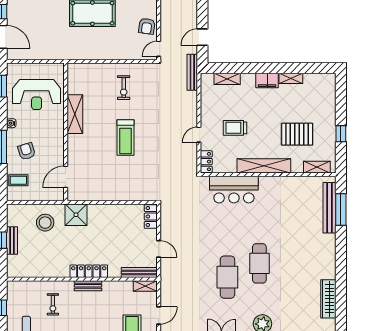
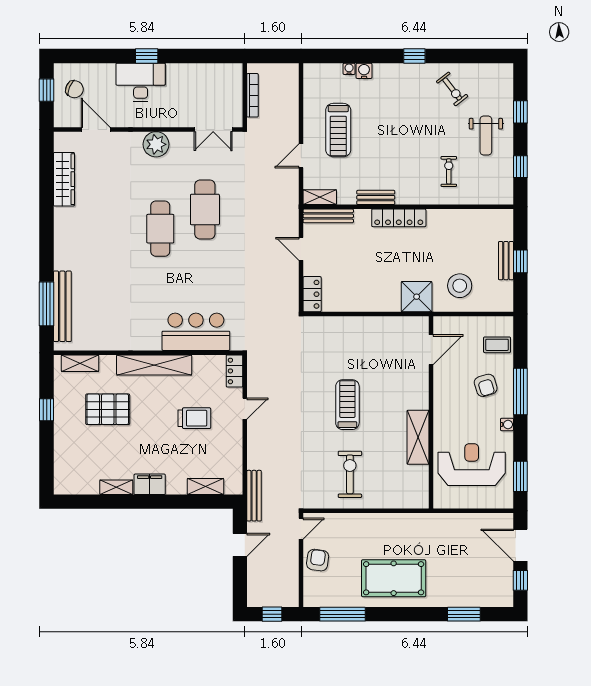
exercise bike: (124, 88) -> (350, 474), width x1.38, depth x1.39
bench: (88, 286) -> (376, 197), moved

